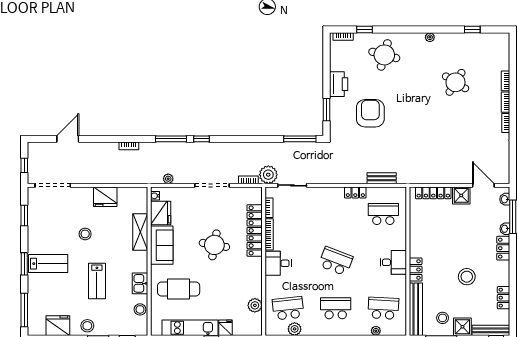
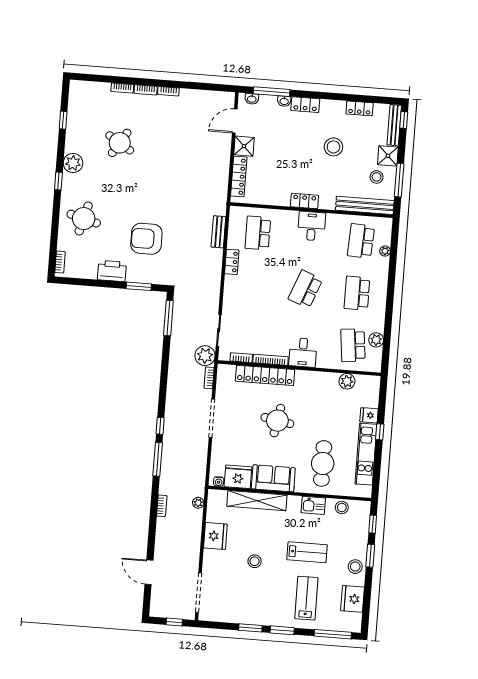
window: (365, 29) -> (58, 181), moved
plant: (430, 37) -> (73, 163), width x1.87, depth x1.87
plant: (168, 179) -> (198, 503), moved
window: (24, 215) -> (250, 628), moved
shelving: (140, 232) -> (257, 501), width x1.47
lab bench: (48, 264) -> (306, 598), moved
locker: (416, 270) -> (304, 201), moved

